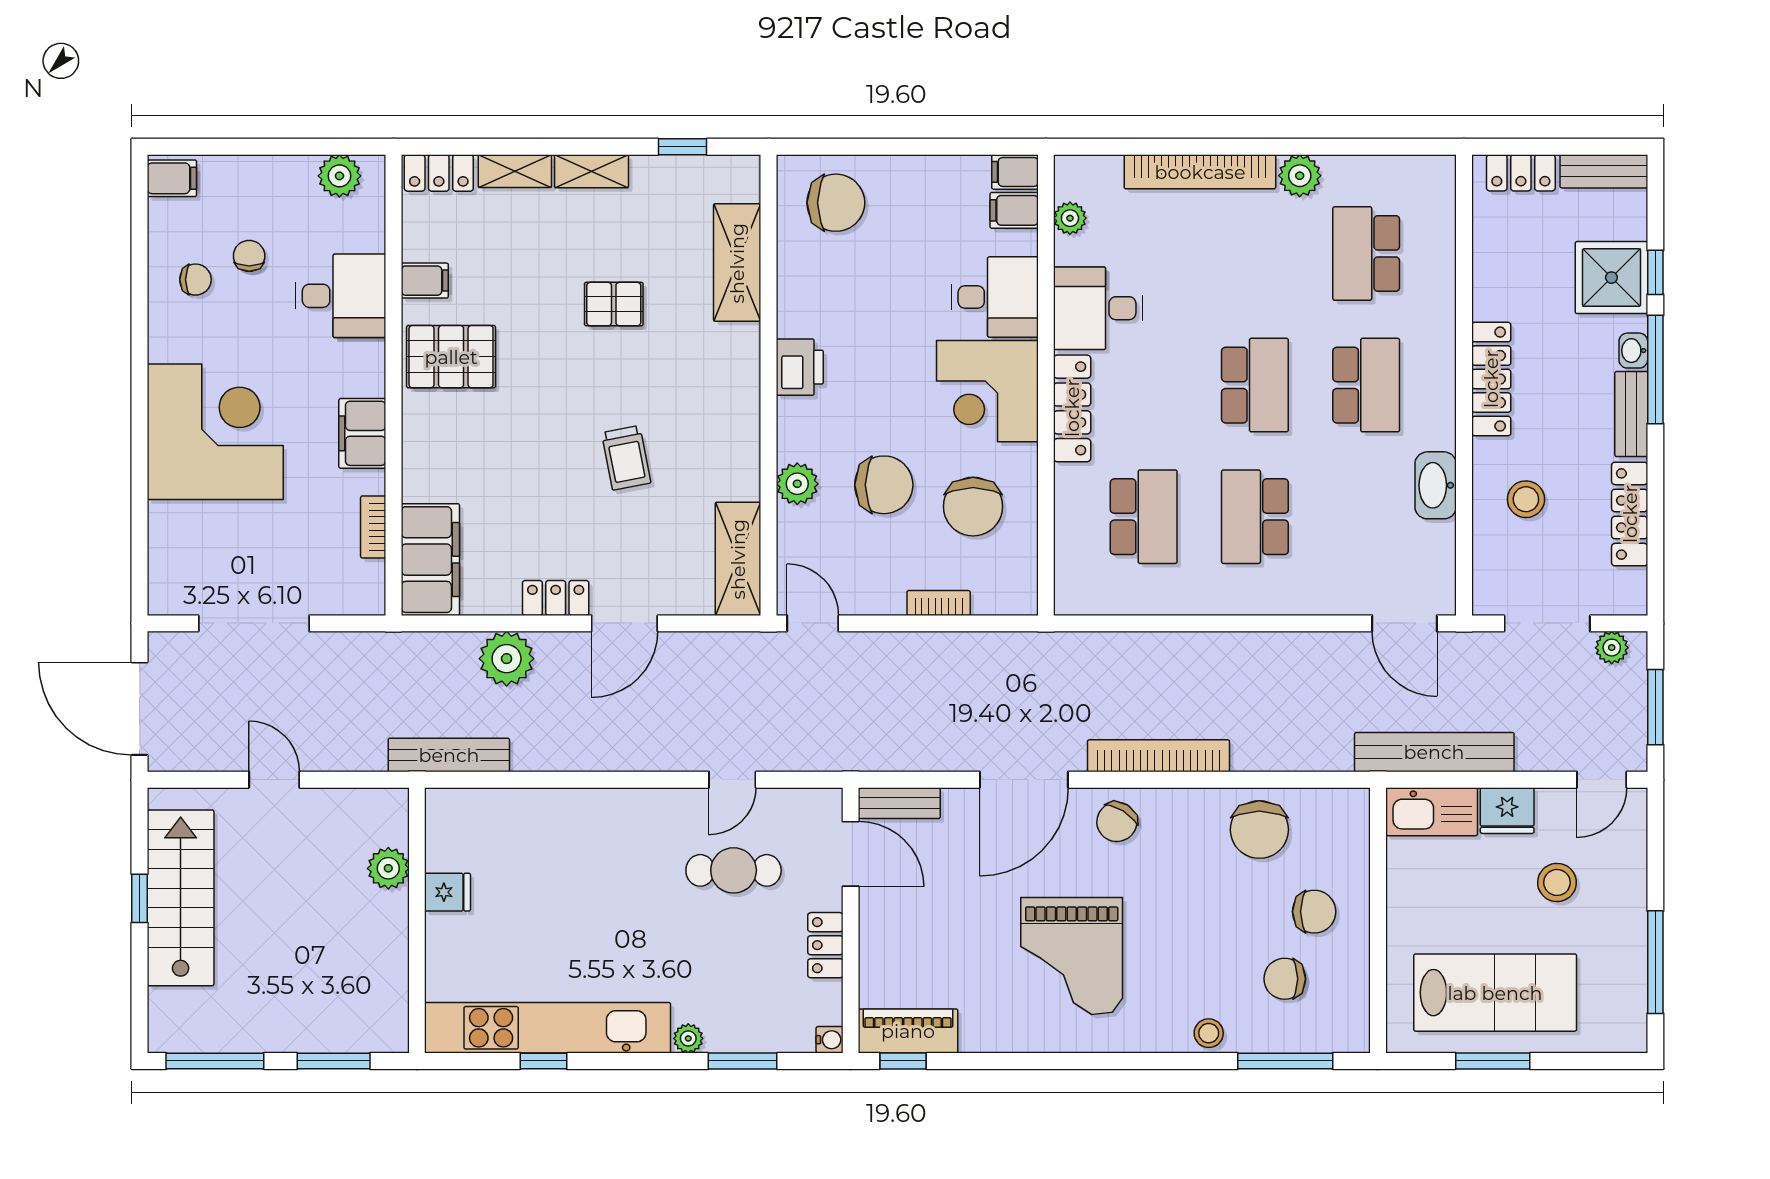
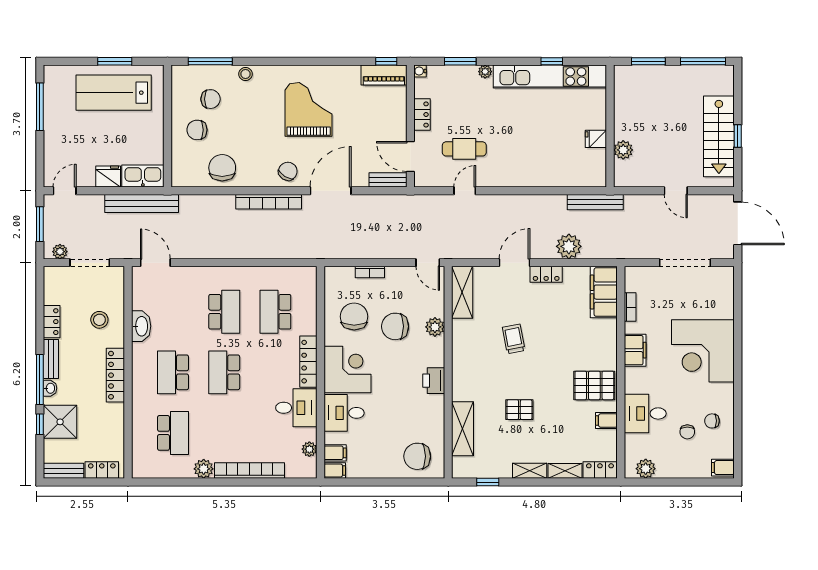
locker: (1630, 514) -> (52, 322), width x0.66
stool: (1557, 882) -> (85, 143), removed

